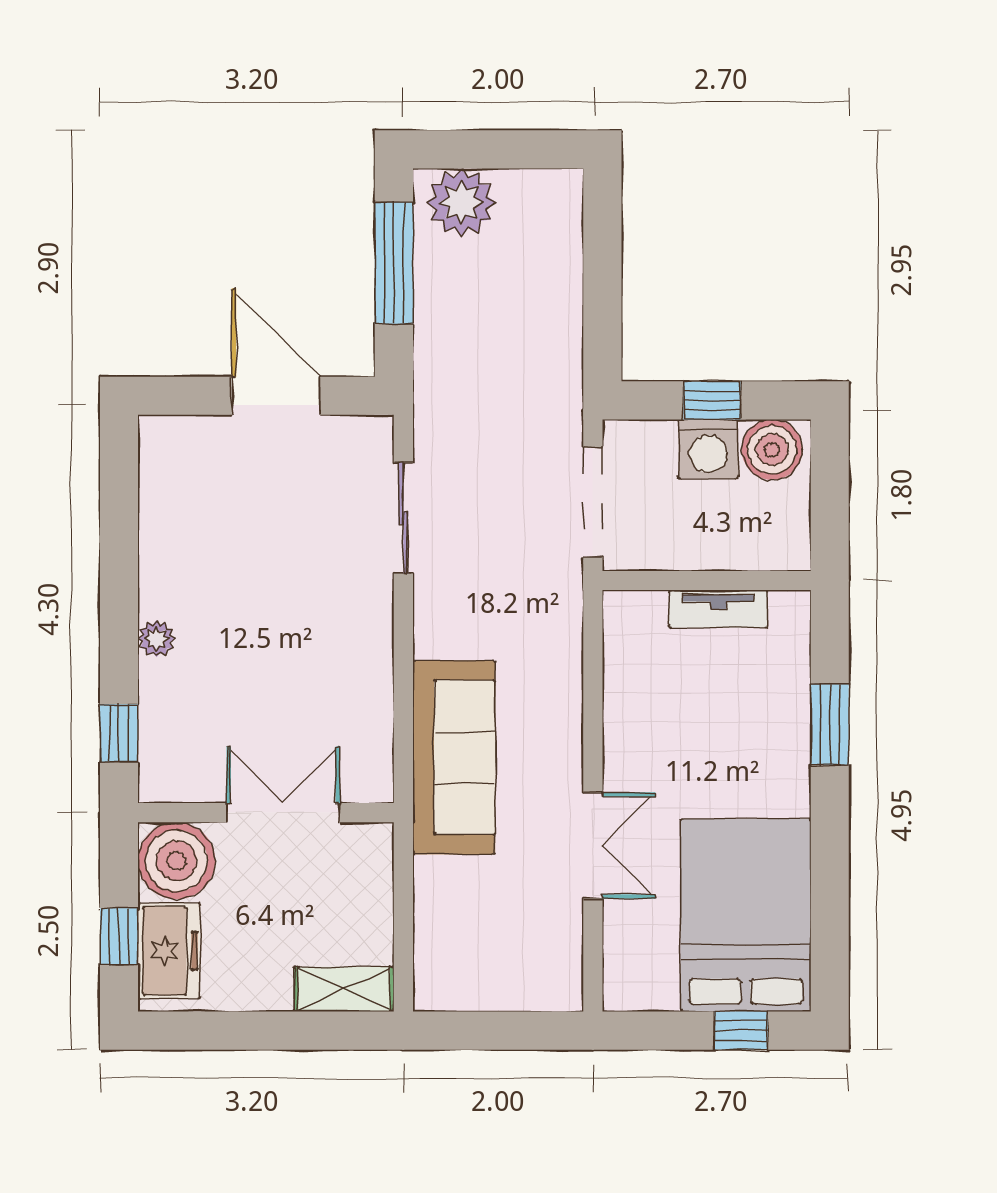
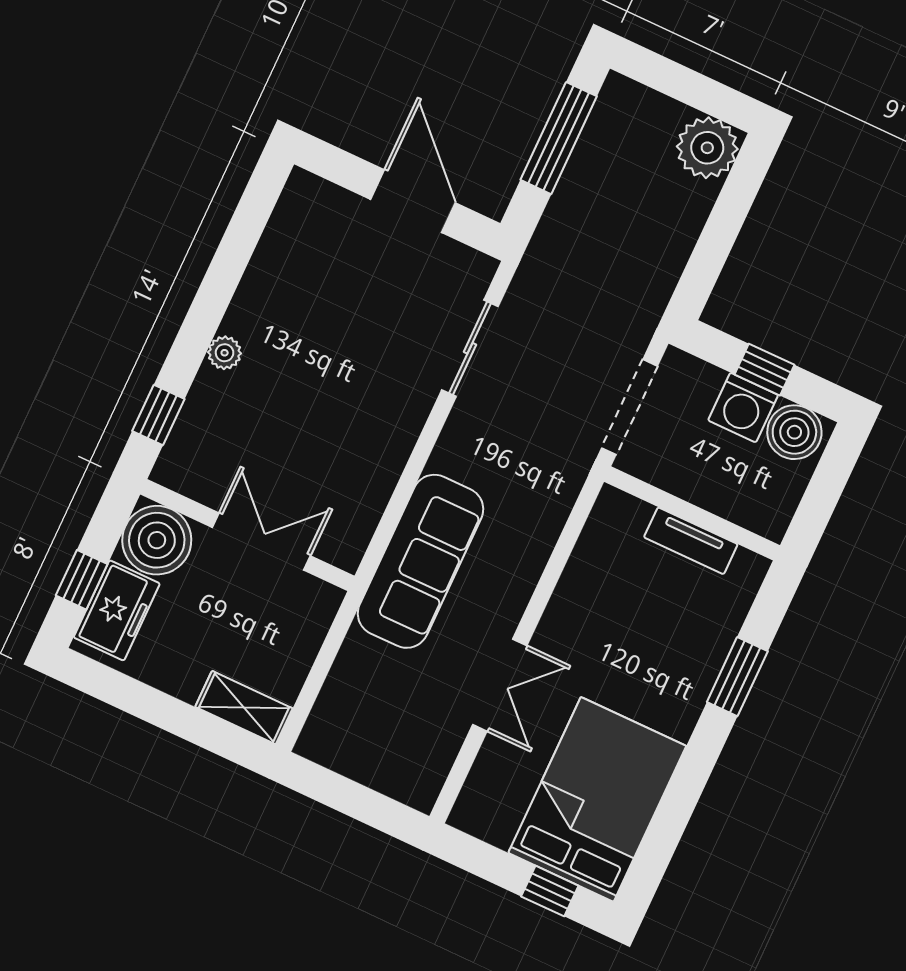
plant: (461, 202) -> (707, 148), moved

